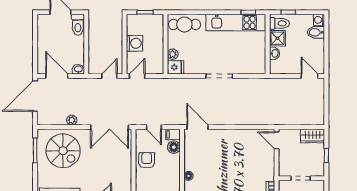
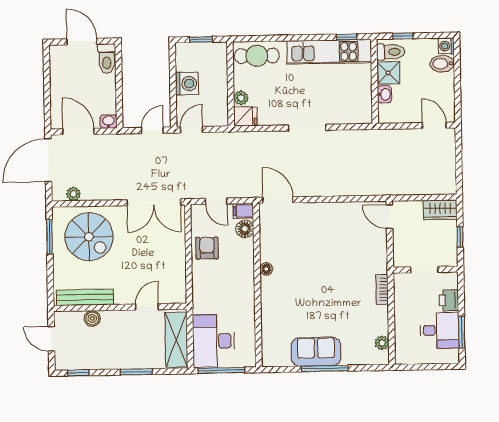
plant: (72, 120) -> (73, 194), moved

